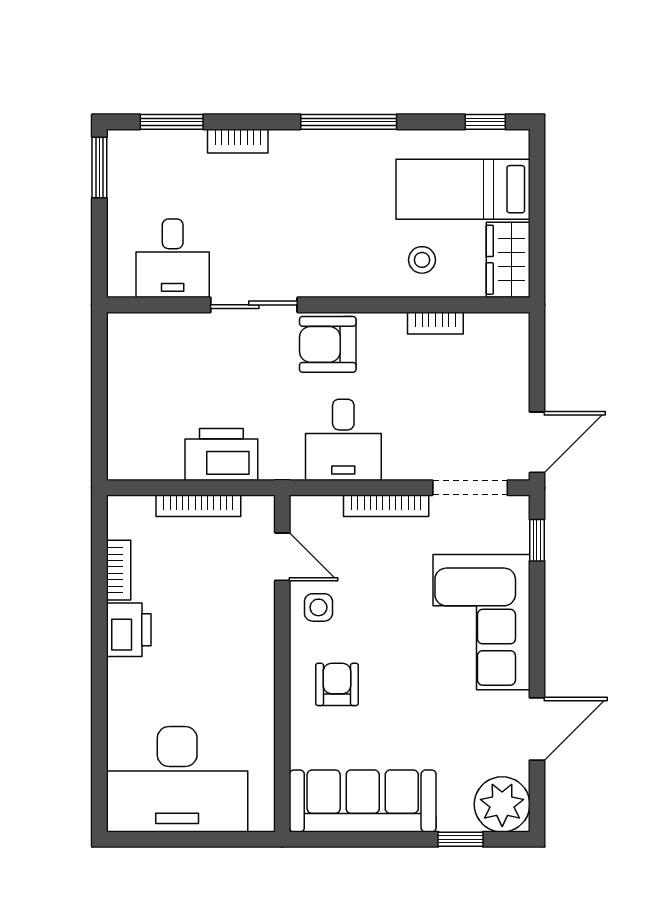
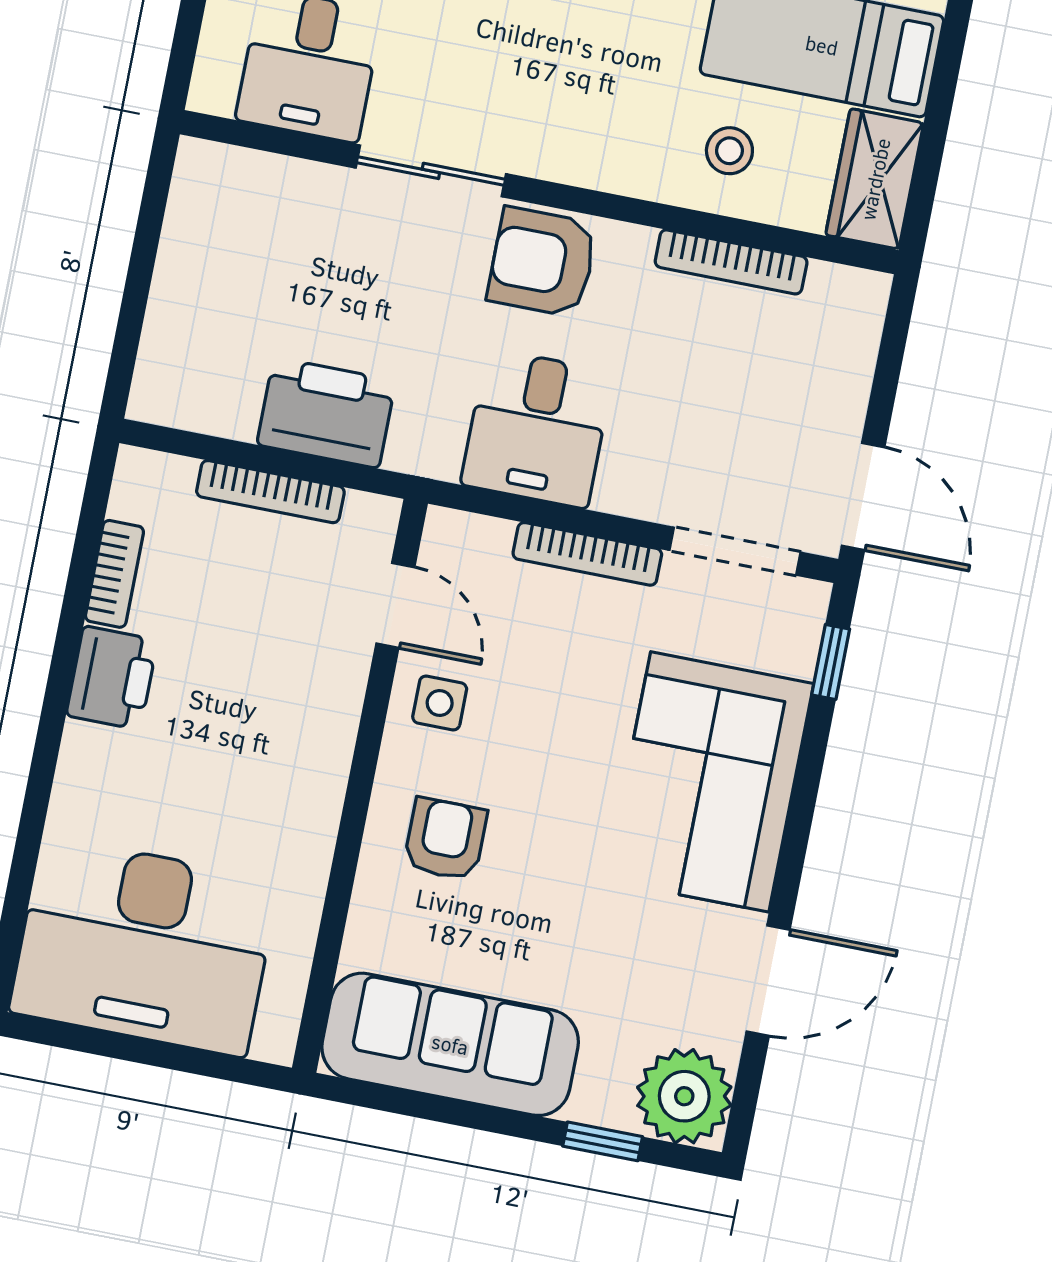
bookcase: (435, 323) -> (731, 262), width x1.56
door: (537, 442) -> (863, 497), hinge flipped

